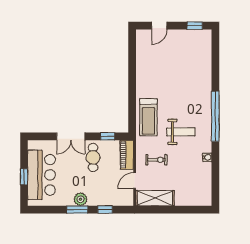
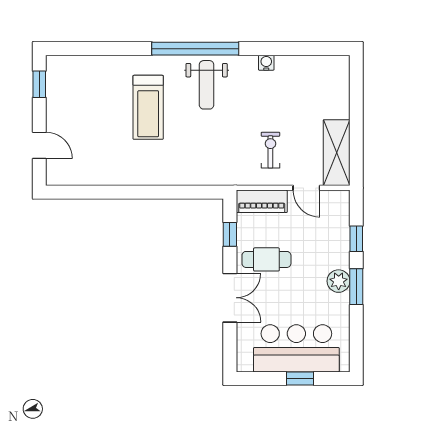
treadmill: (148, 117) -> (148, 107), moved, turned 90
weight bench: (181, 132) -> (207, 85), moved, turned 180

